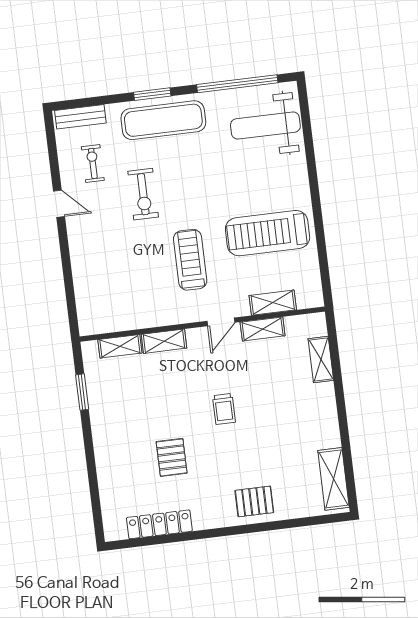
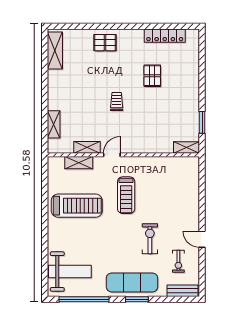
shelving: (164, 341) -> (148, 147), removed
shelving: (120, 346) -> (187, 148), moved

